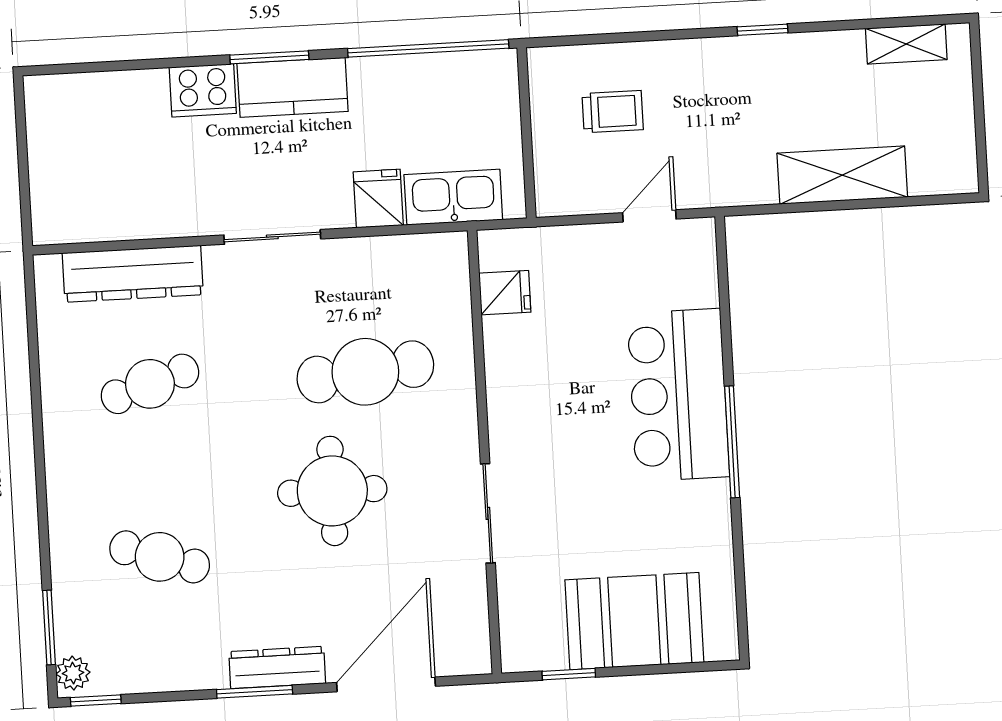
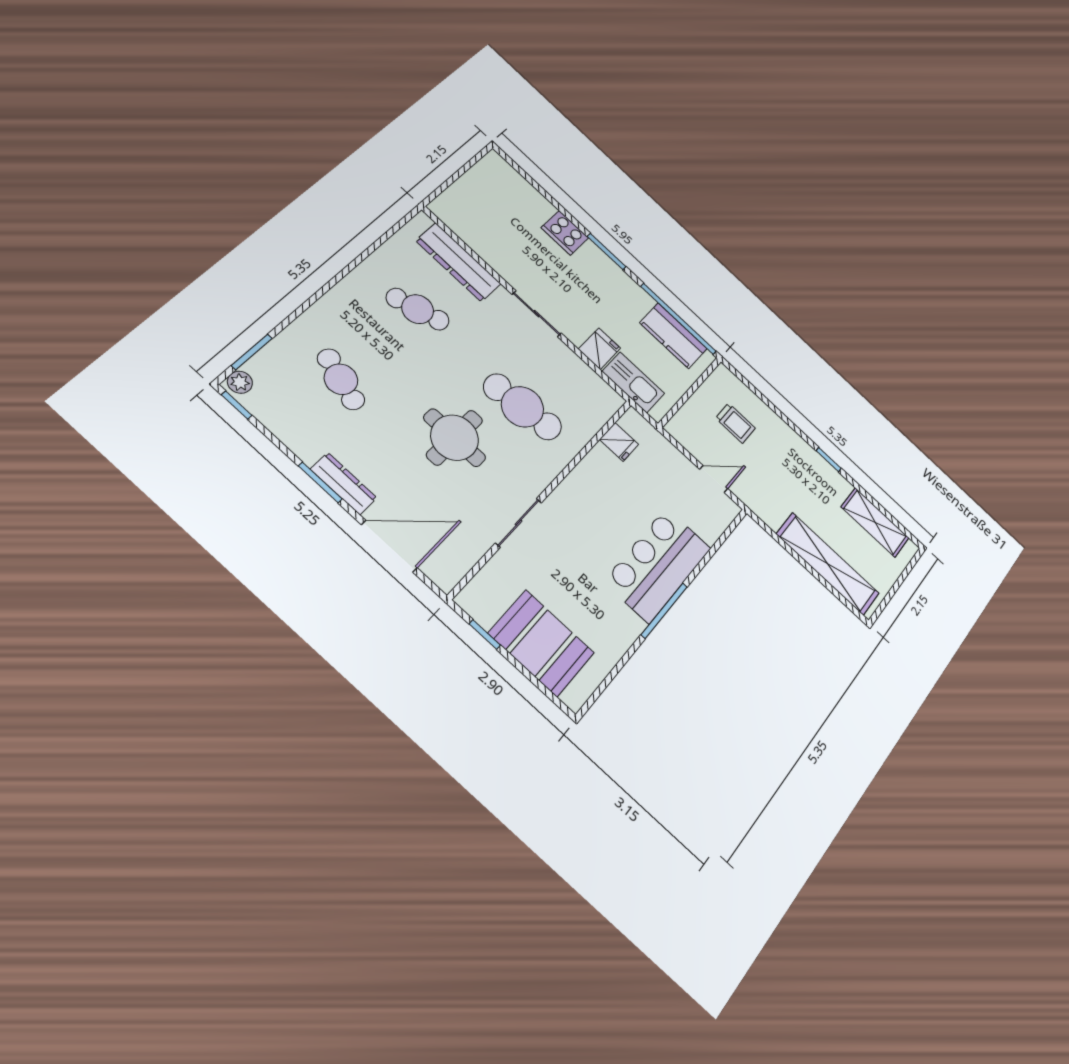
shelving: (906, 44) -> (875, 522), width x1.50, depth x1.33
kitchen counter: (293, 87) -> (673, 336), moved
shelving: (842, 175) -> (828, 564), width x1.47

